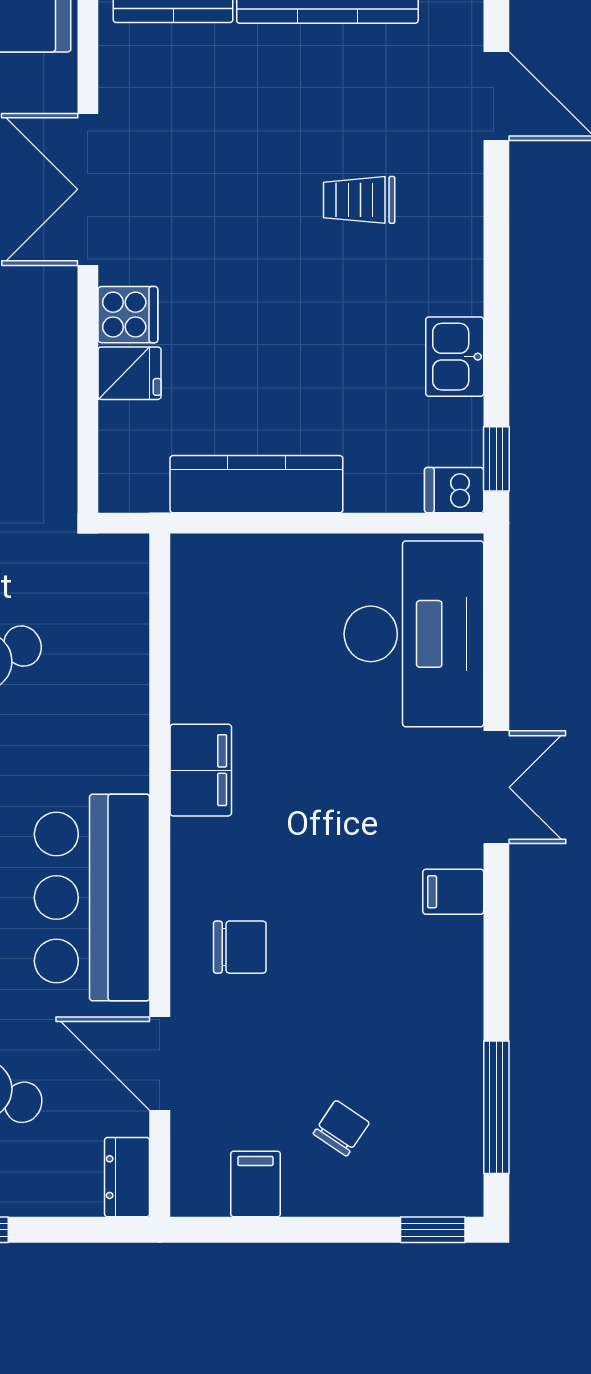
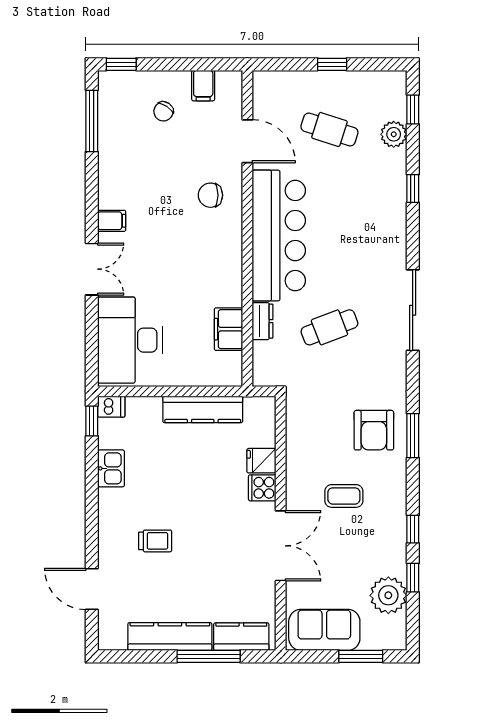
filing cabinet: (201, 770) -> (229, 329), moved
double door: (496, 787) -> (92, 269), swing flipped
bar counter: (92, 898) -> (279, 236), width x1.36
dresser: (127, 1177) -> (263, 321), moved

